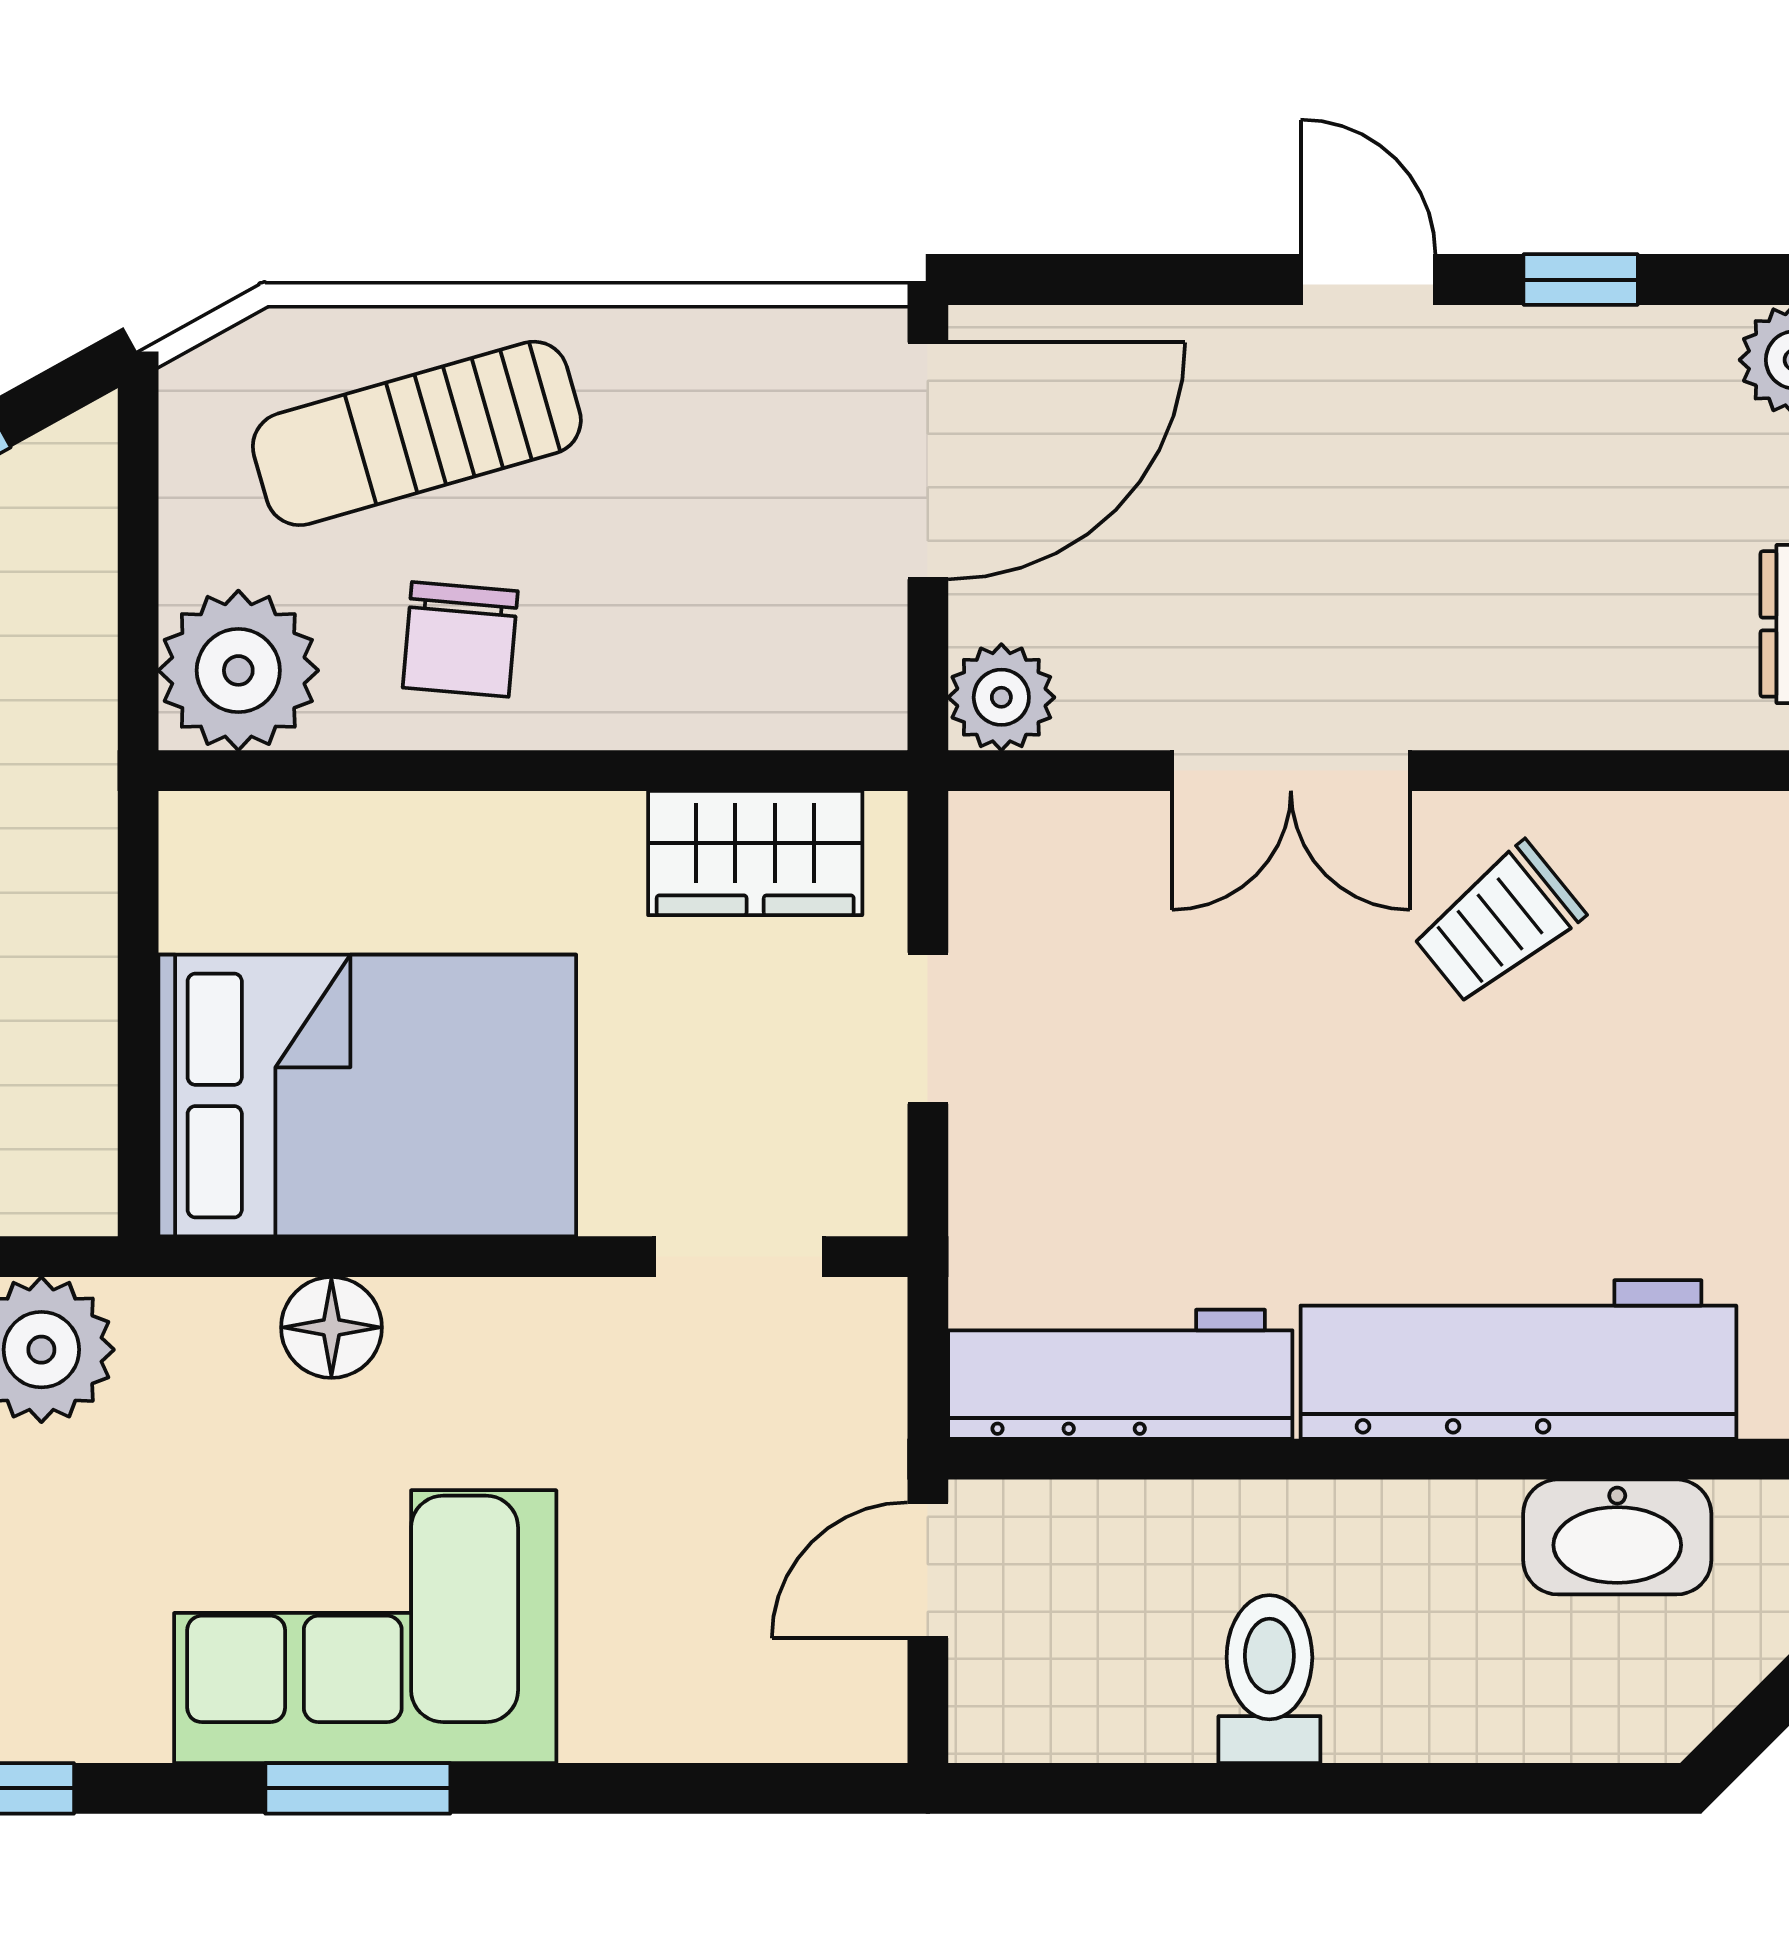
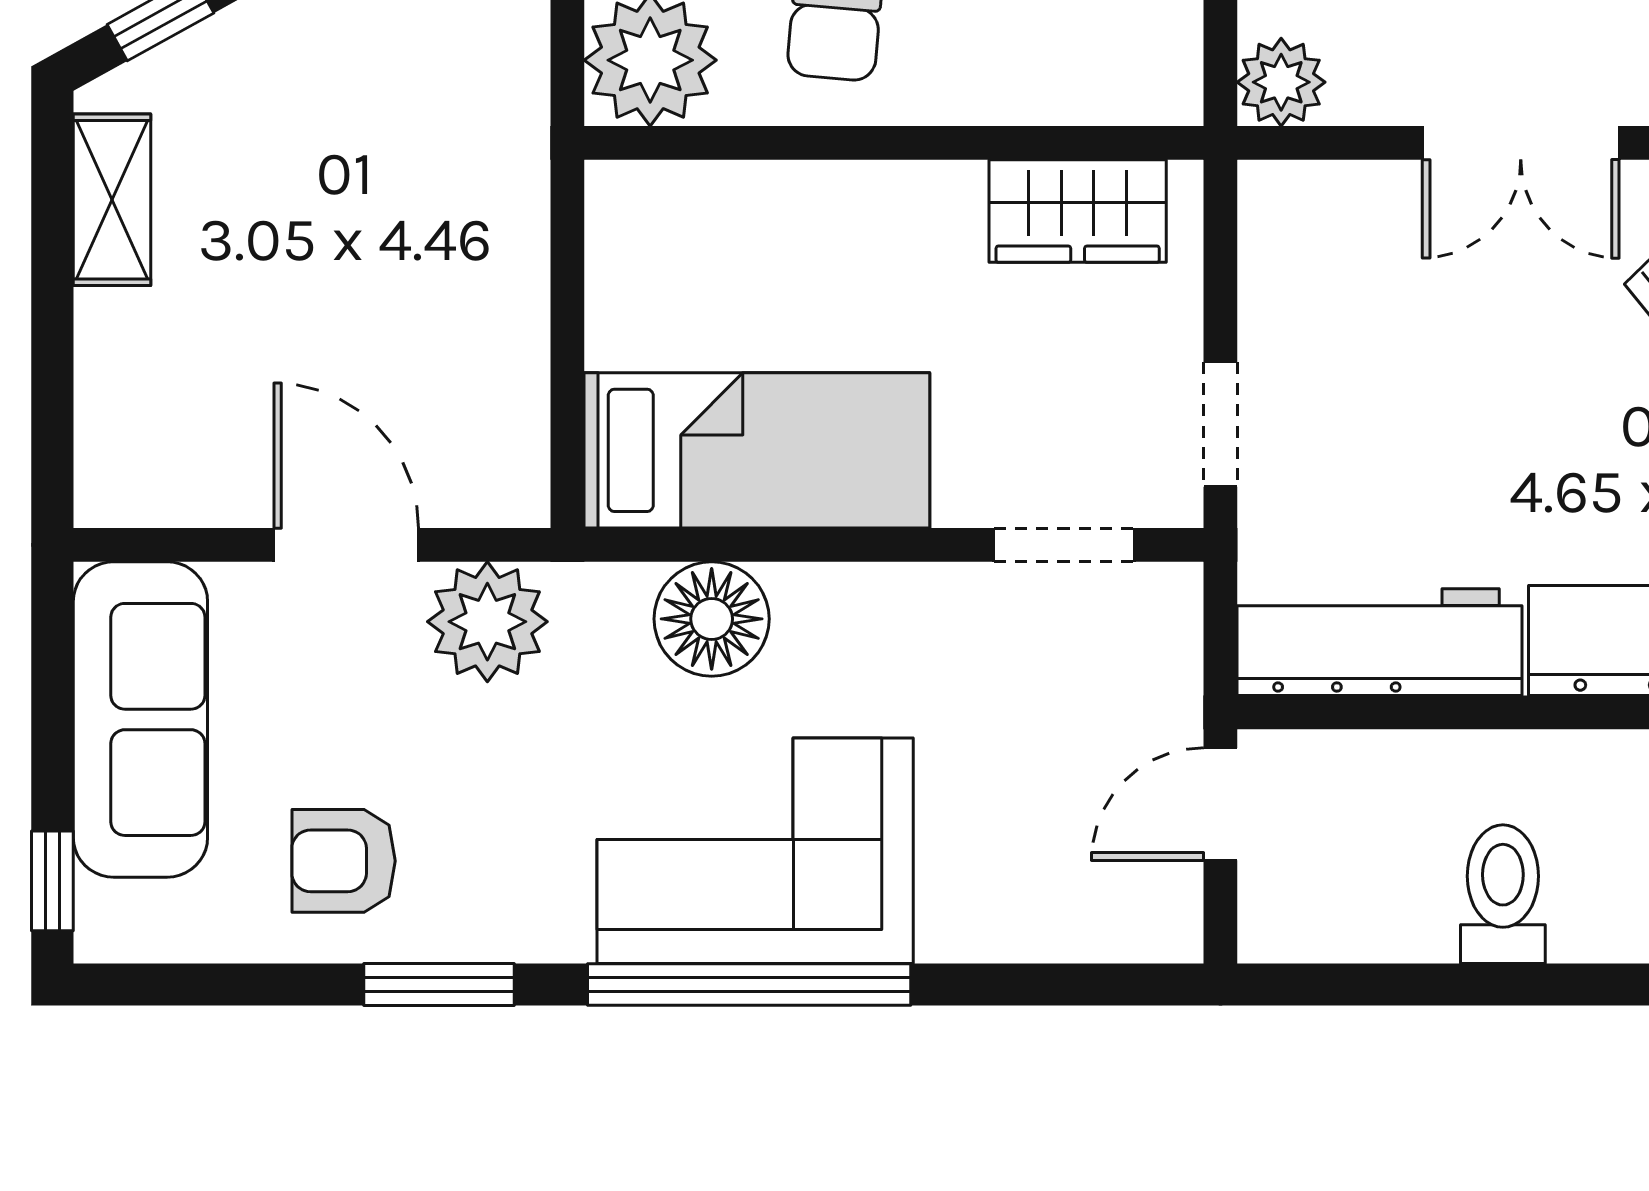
doorway: (928, 1028) -> (1220, 424), moved
bed: (367, 1095) -> (757, 450), width x0.67
floor lamp: (331, 1327) -> (712, 619), width x1.38, depth x1.38
window: (358, 1788) -> (749, 984), width x2.11

